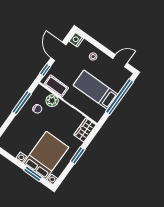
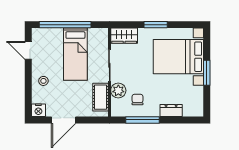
window: (45, 70) -> (92, 120), removed
dresser: (15, 126) -> (171, 110), added
window: (33, 174) -> (207, 73), moved

